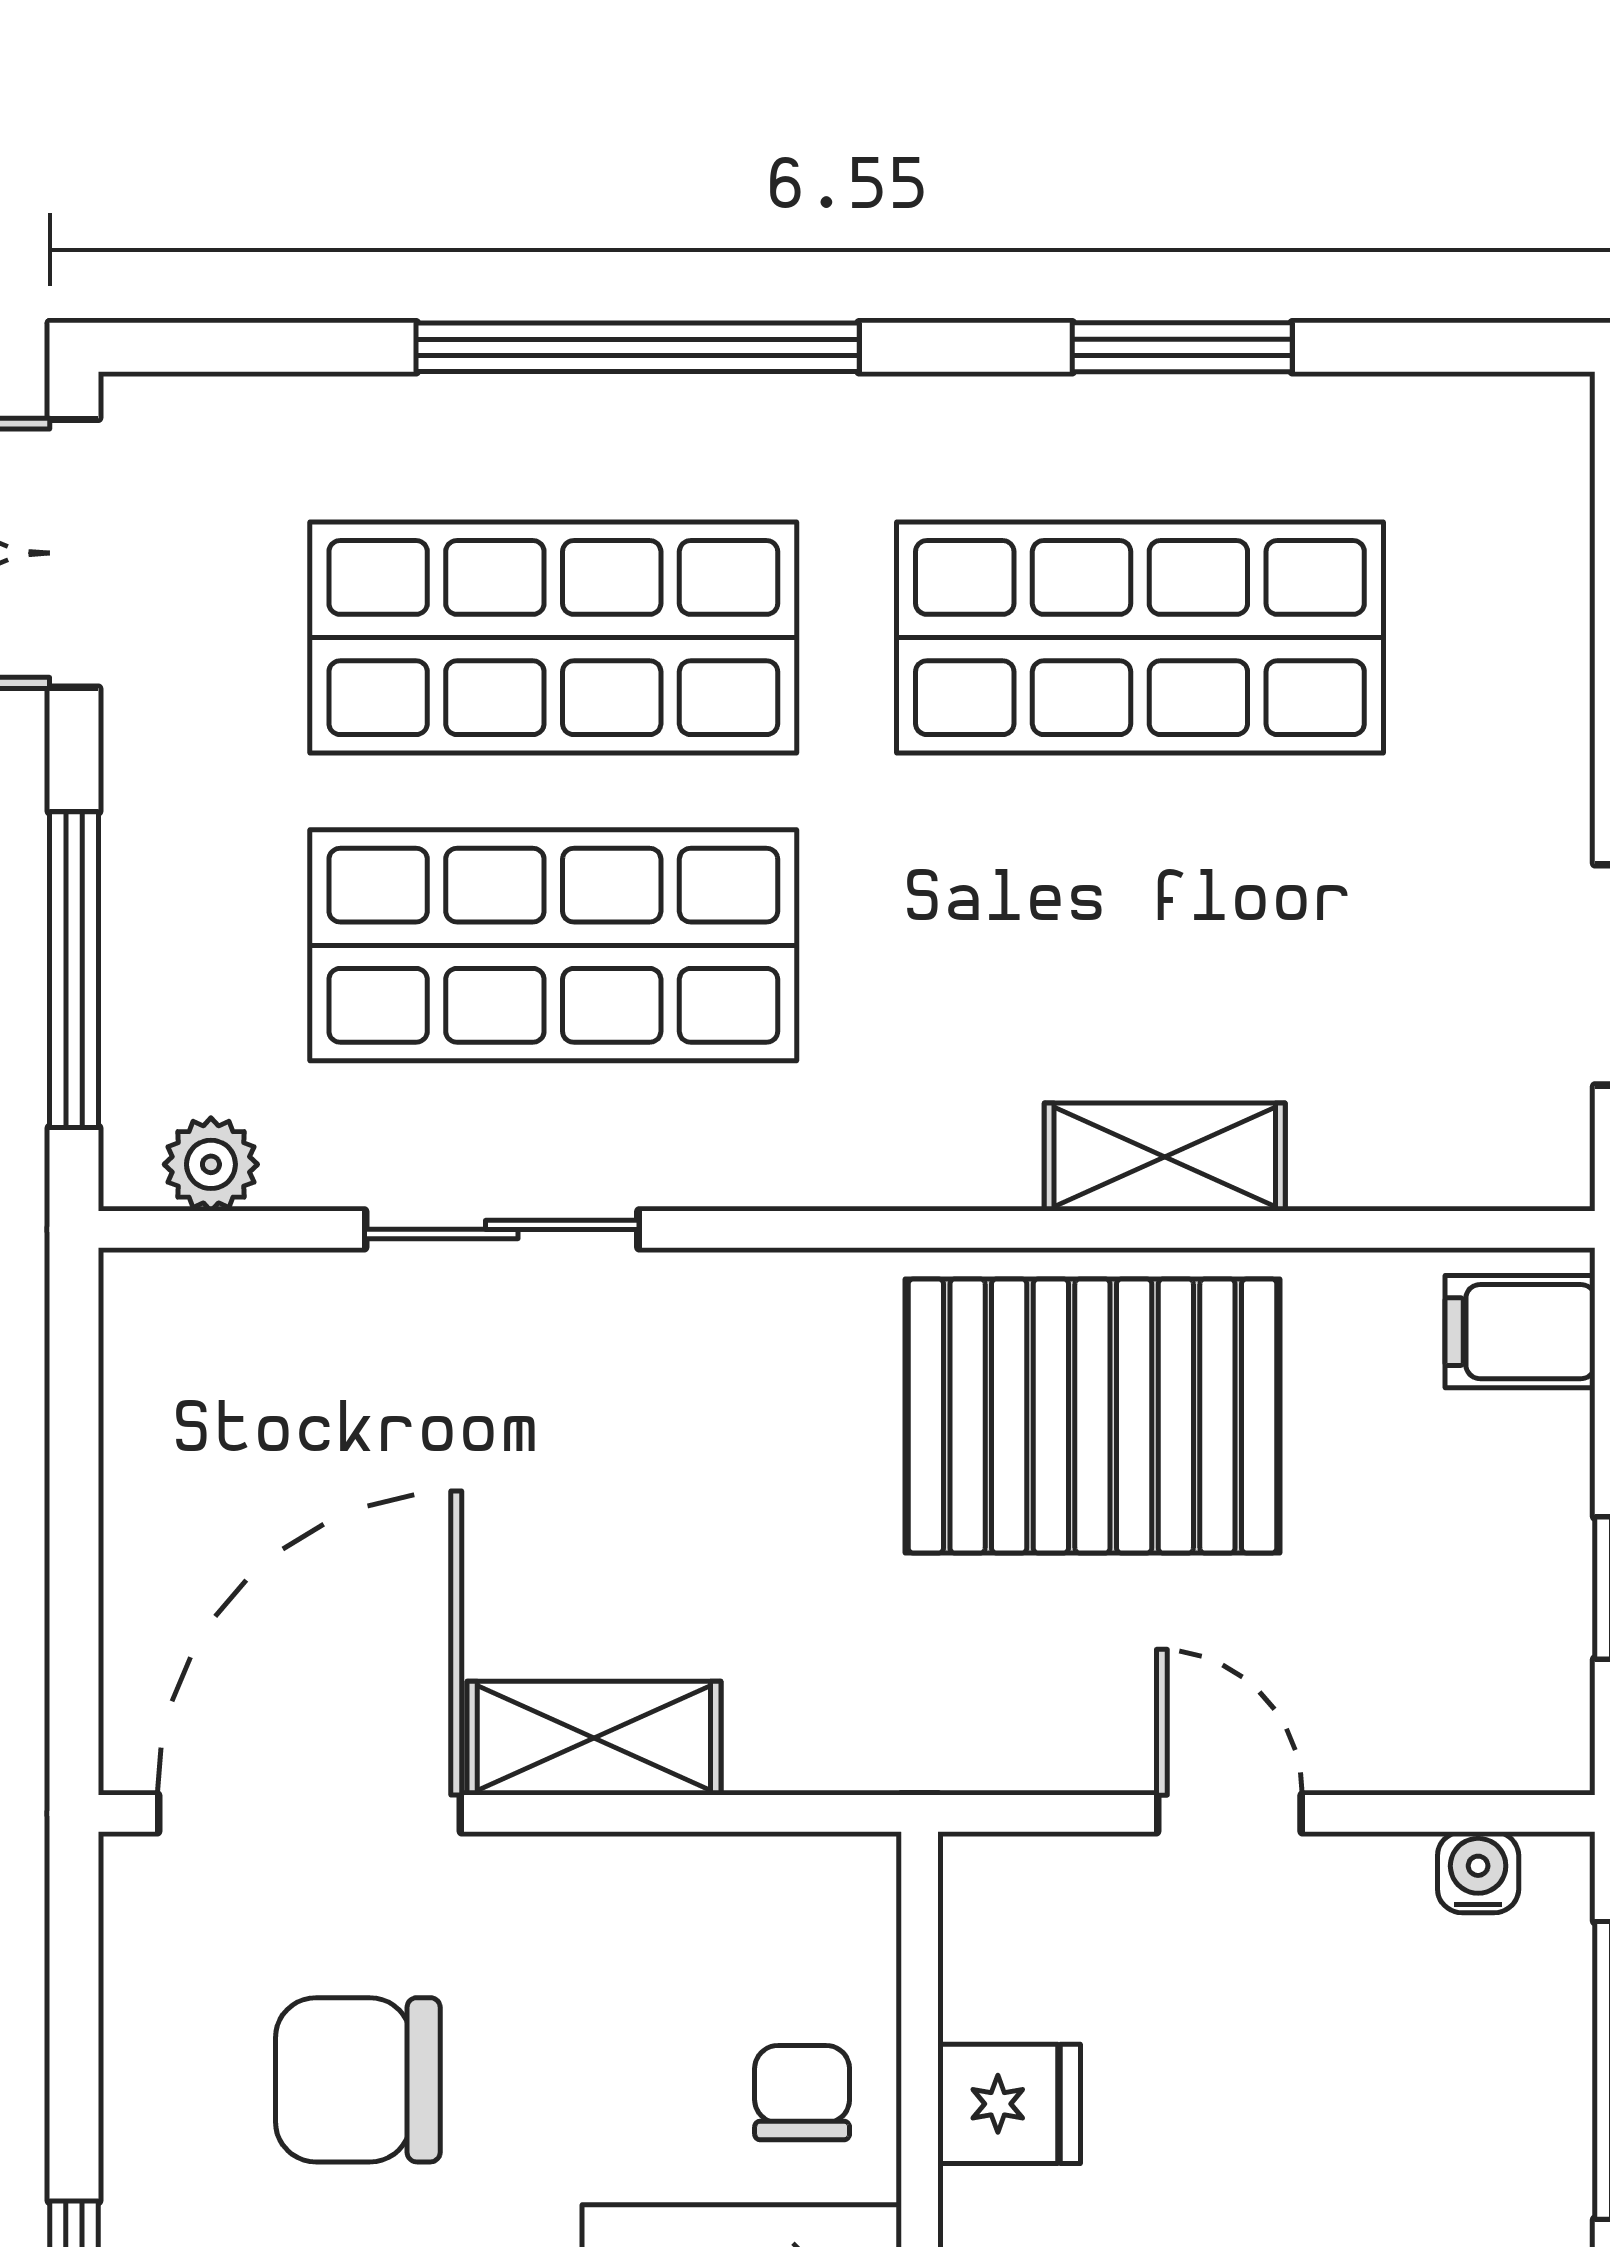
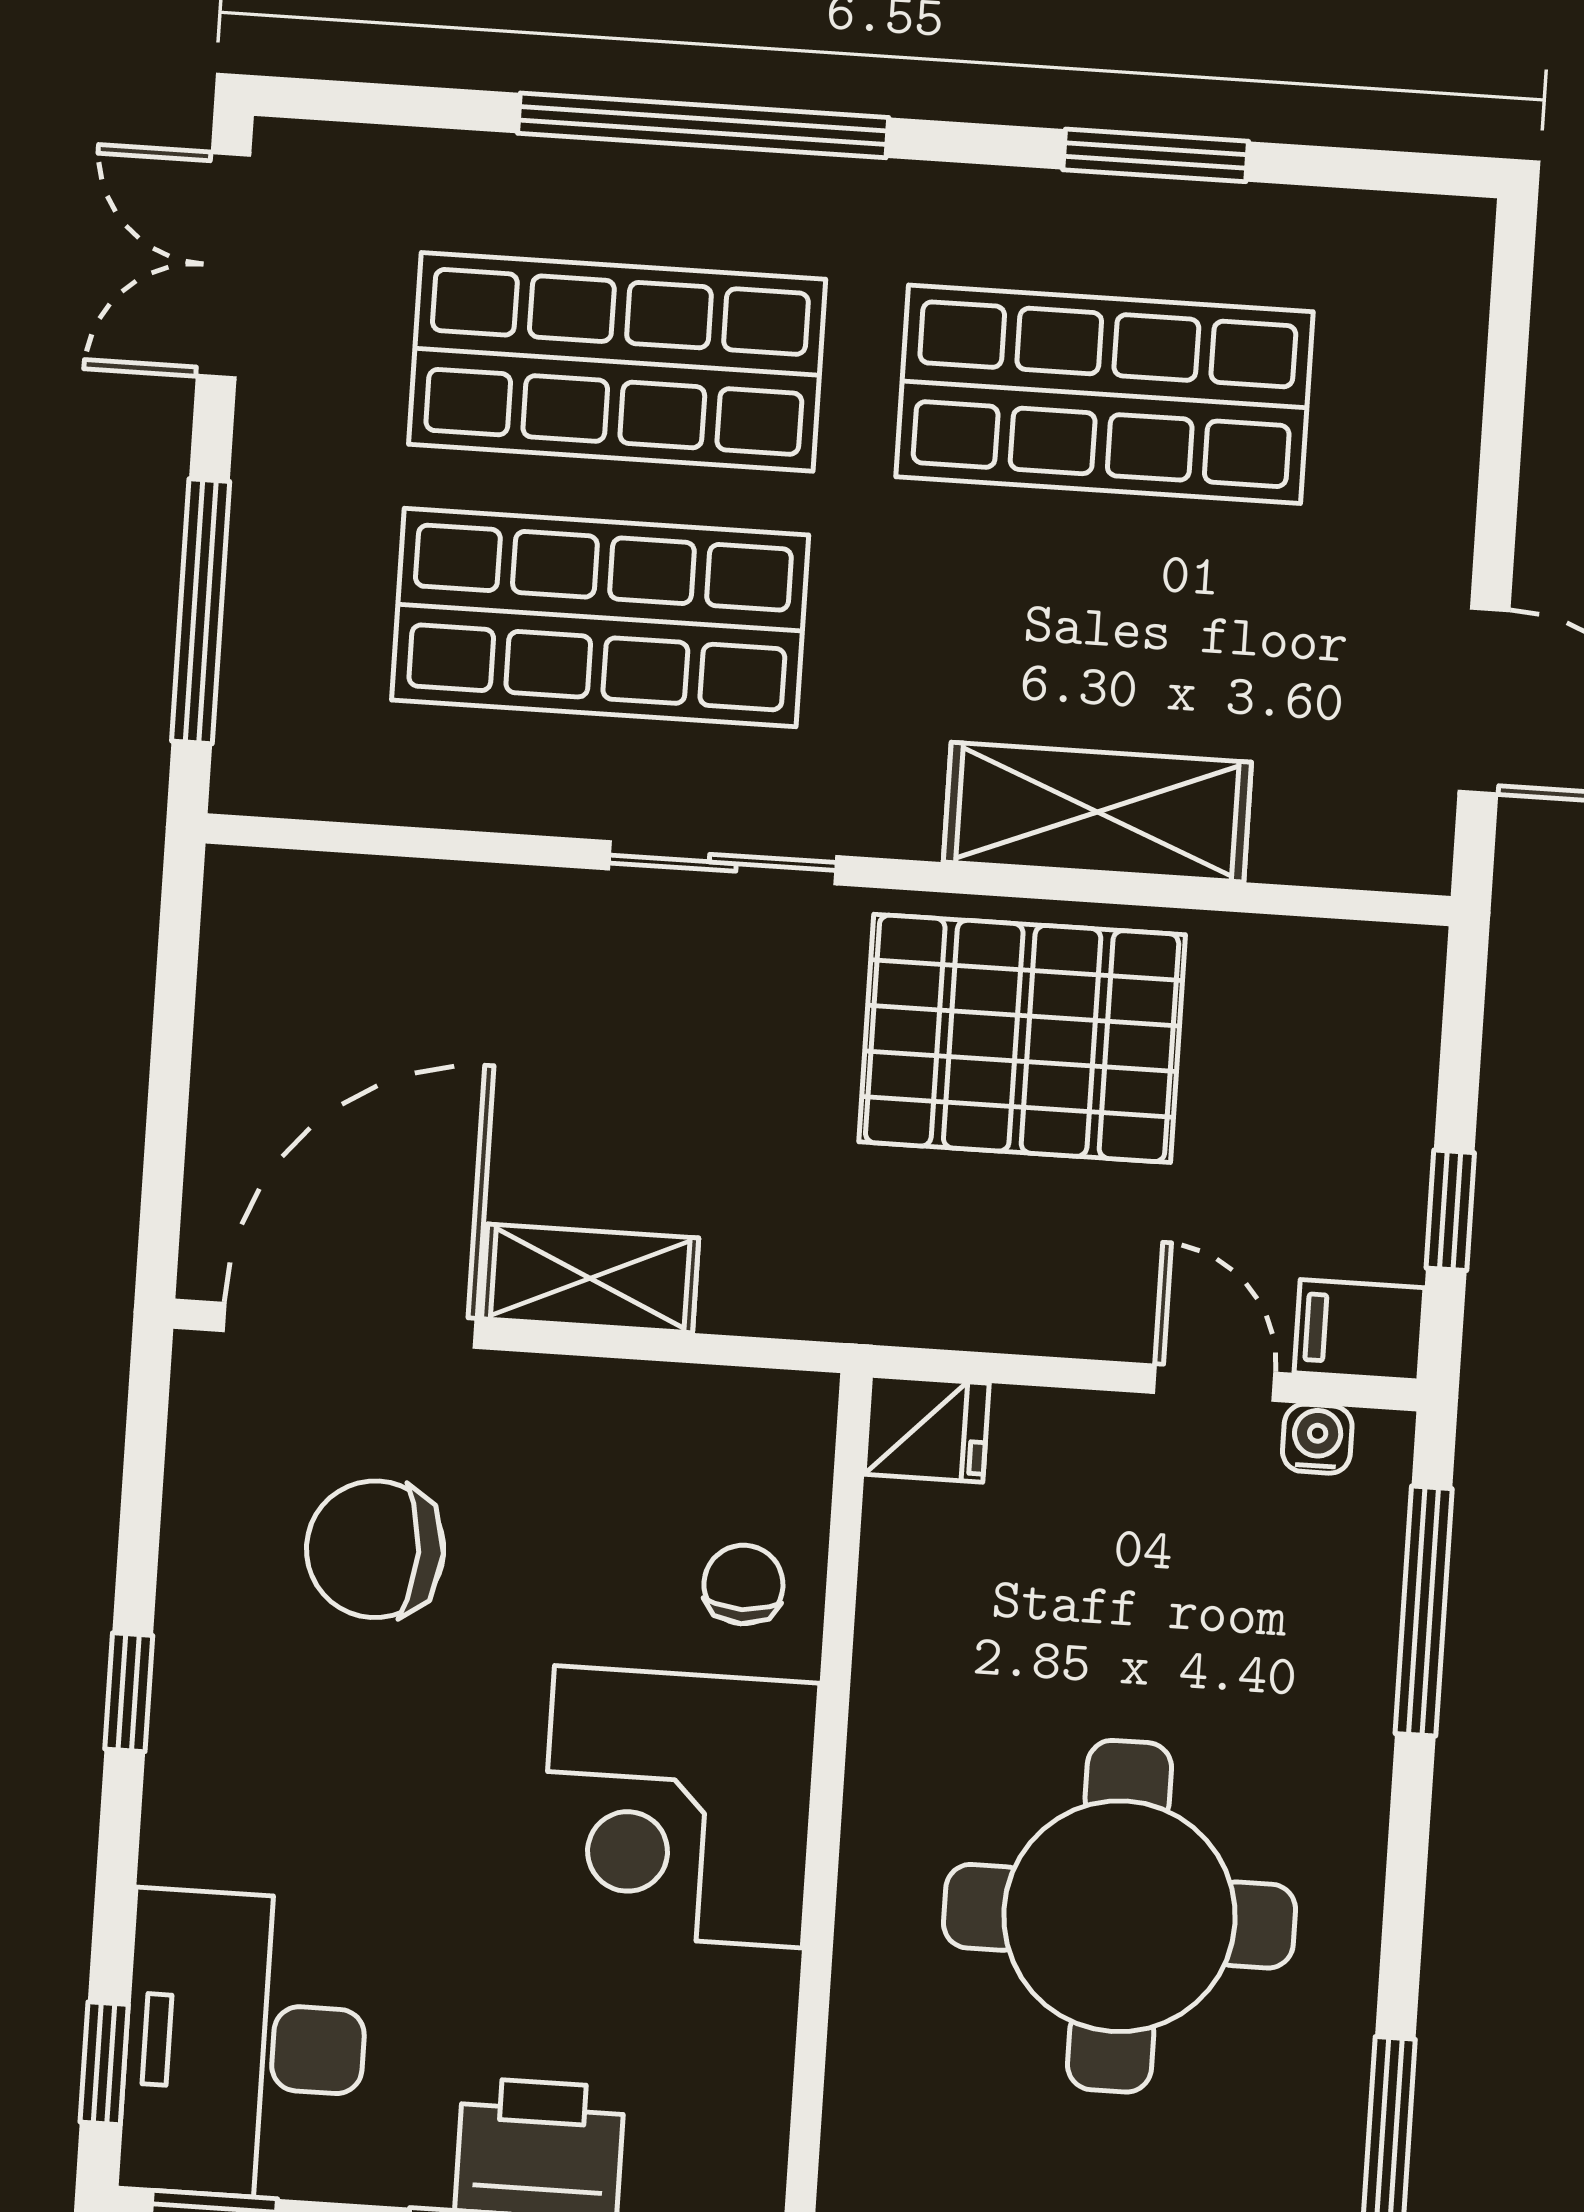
shelving: (1165, 1157) -> (1097, 812), width x1.50, depth x1.33
plant: (211, 1164) -> (304, 781), removed
sliding door: (502, 1229) -> (723, 863), moved
filing cabinet: (1520, 1332) -> (1359, 1330), moved
door: (1229, 1813) -> (1214, 1383), moved
fridge: (1009, 2104) -> (927, 1429), moved

